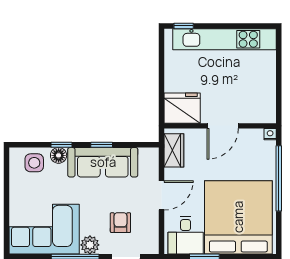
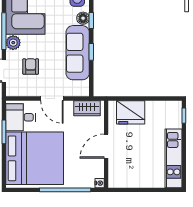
kitchen unit: (224, 39) -> (174, 158), width x0.73
fridge: (182, 108) -> (131, 112), moved, turned 90
door: (223, 126) -> (106, 146), hinge flipped
armchair: (120, 223) -> (31, 66), turned -90

